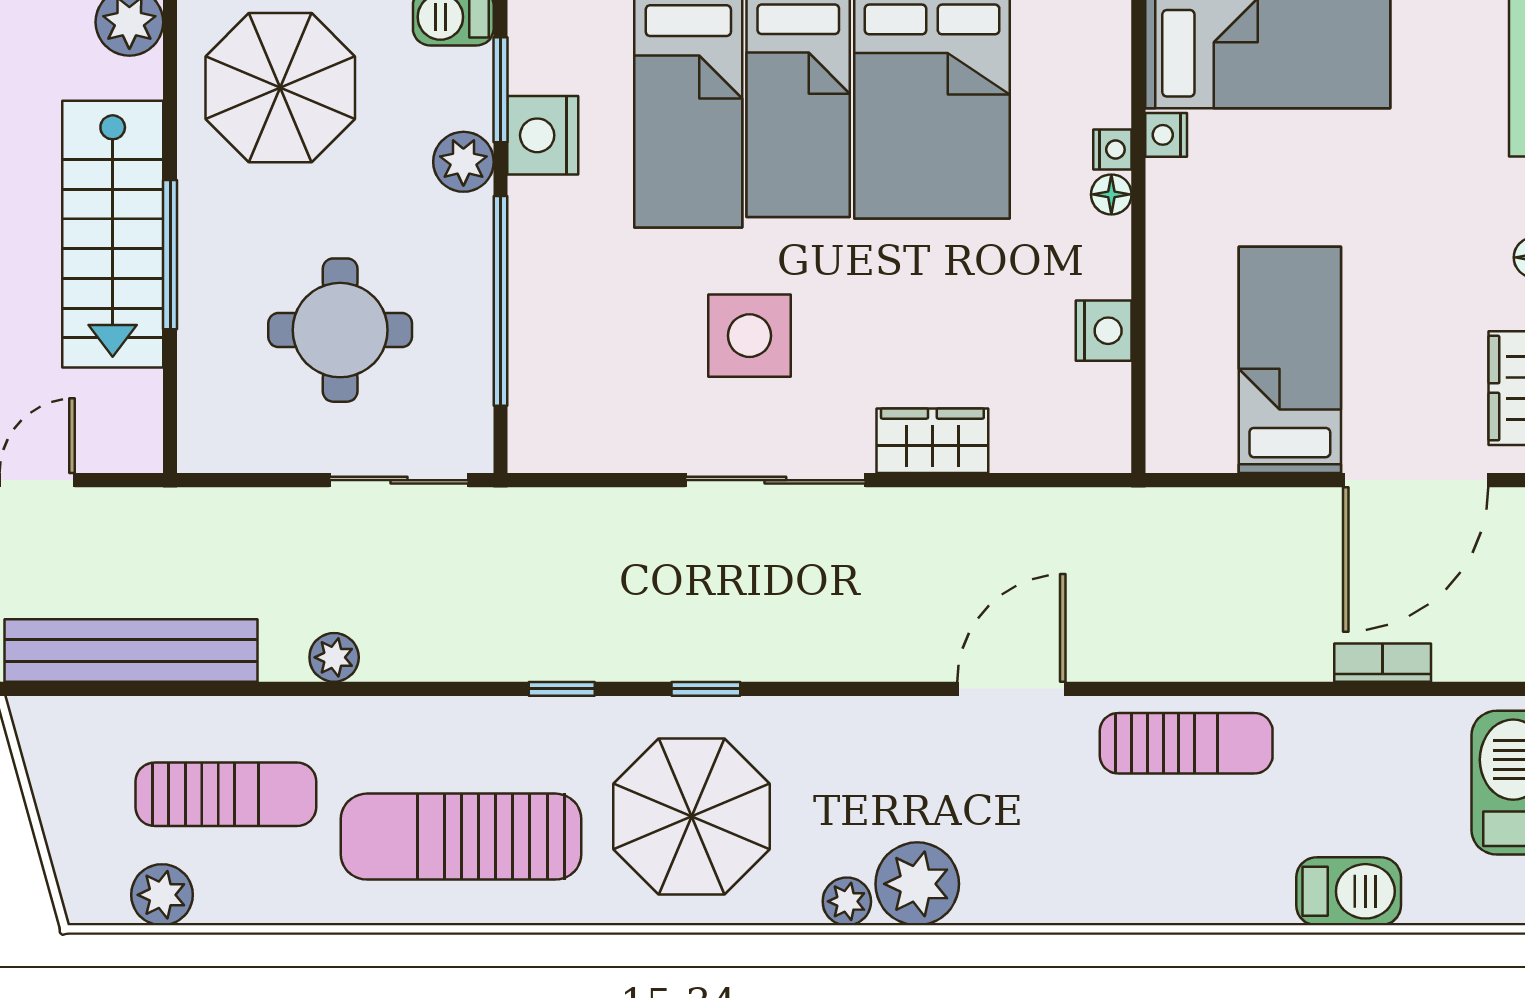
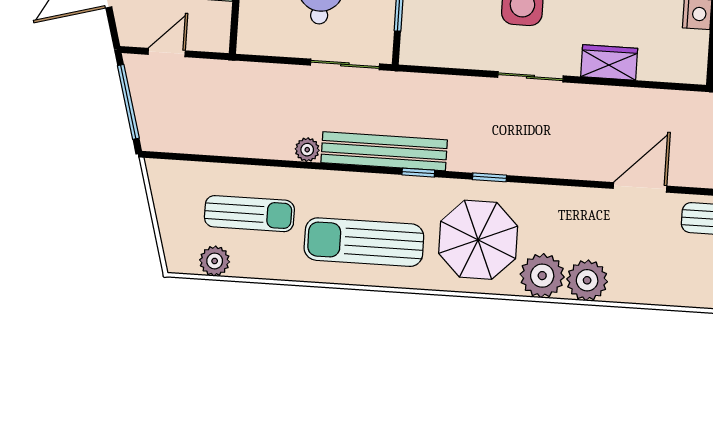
sliding door: (775, 480) -> (530, 77), width x0.73
bench: (131, 650) -> (384, 151), moved
plant: (847, 901) -> (542, 276), width x1.87, depth x1.87

